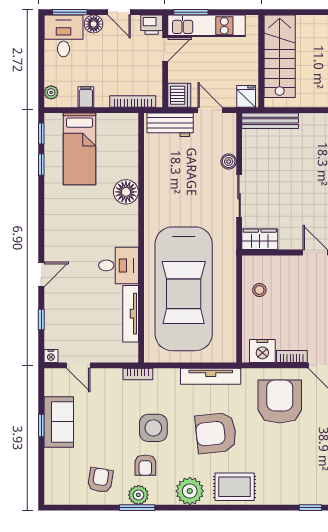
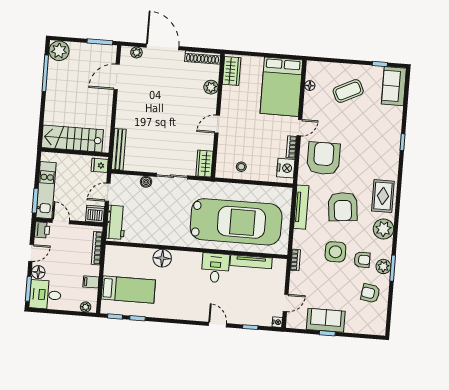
armchair: (280, 402) -> (324, 158), turned 90

